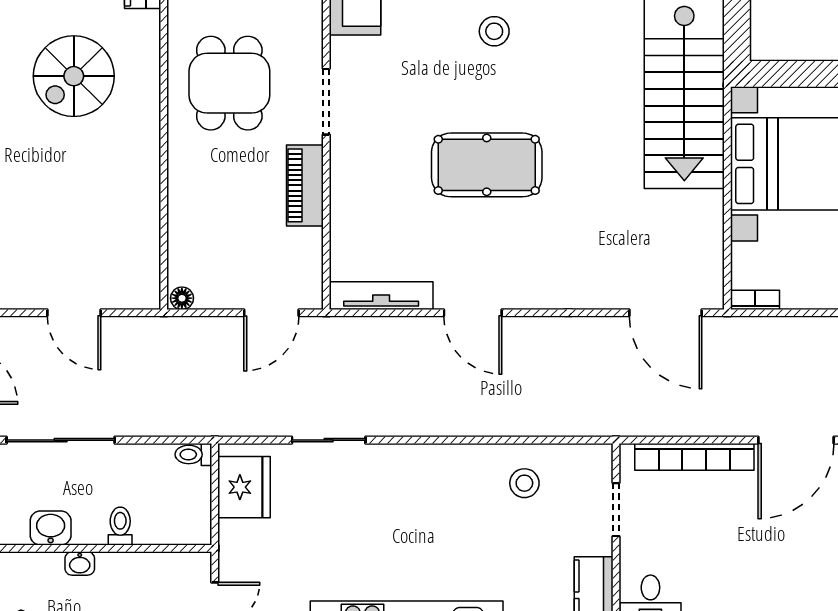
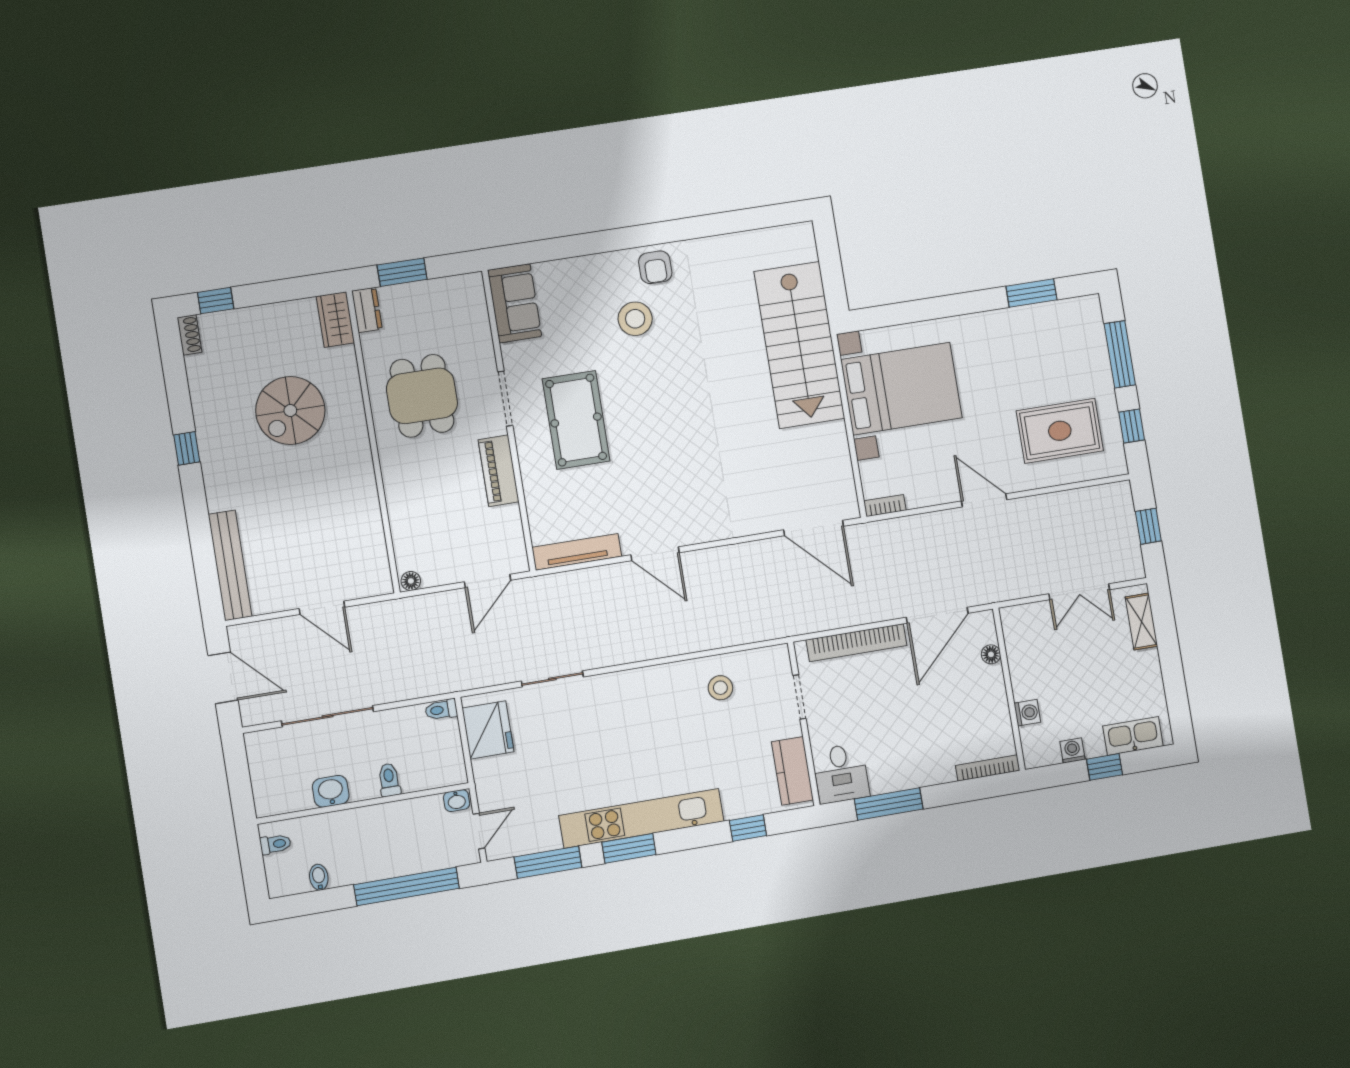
stool: (494, 31) -> (635, 319), width x1.38, depth x1.38
pool table: (487, 165) -> (576, 420), moved, turned 90
washbasin: (80, 563) -> (457, 801), moved

